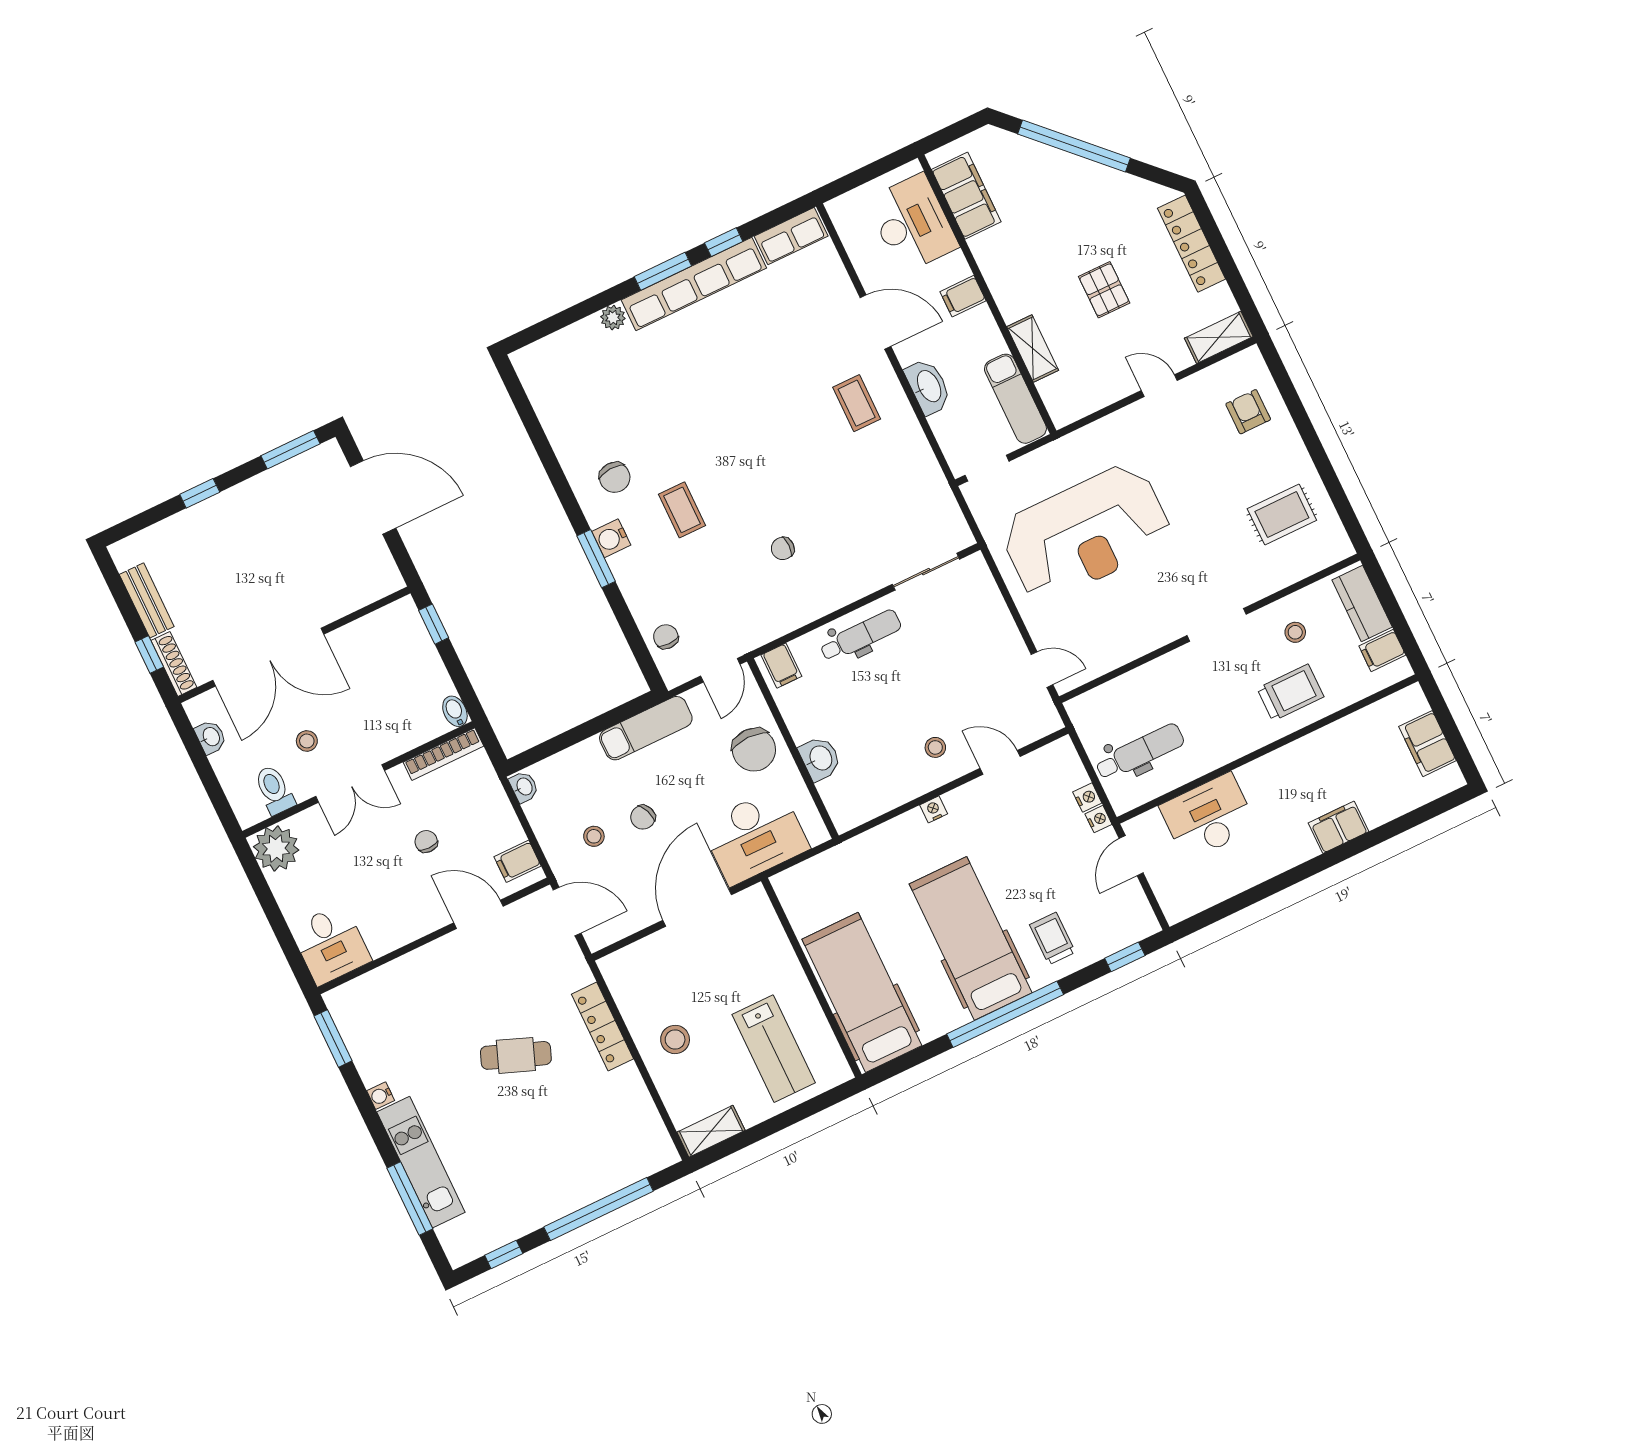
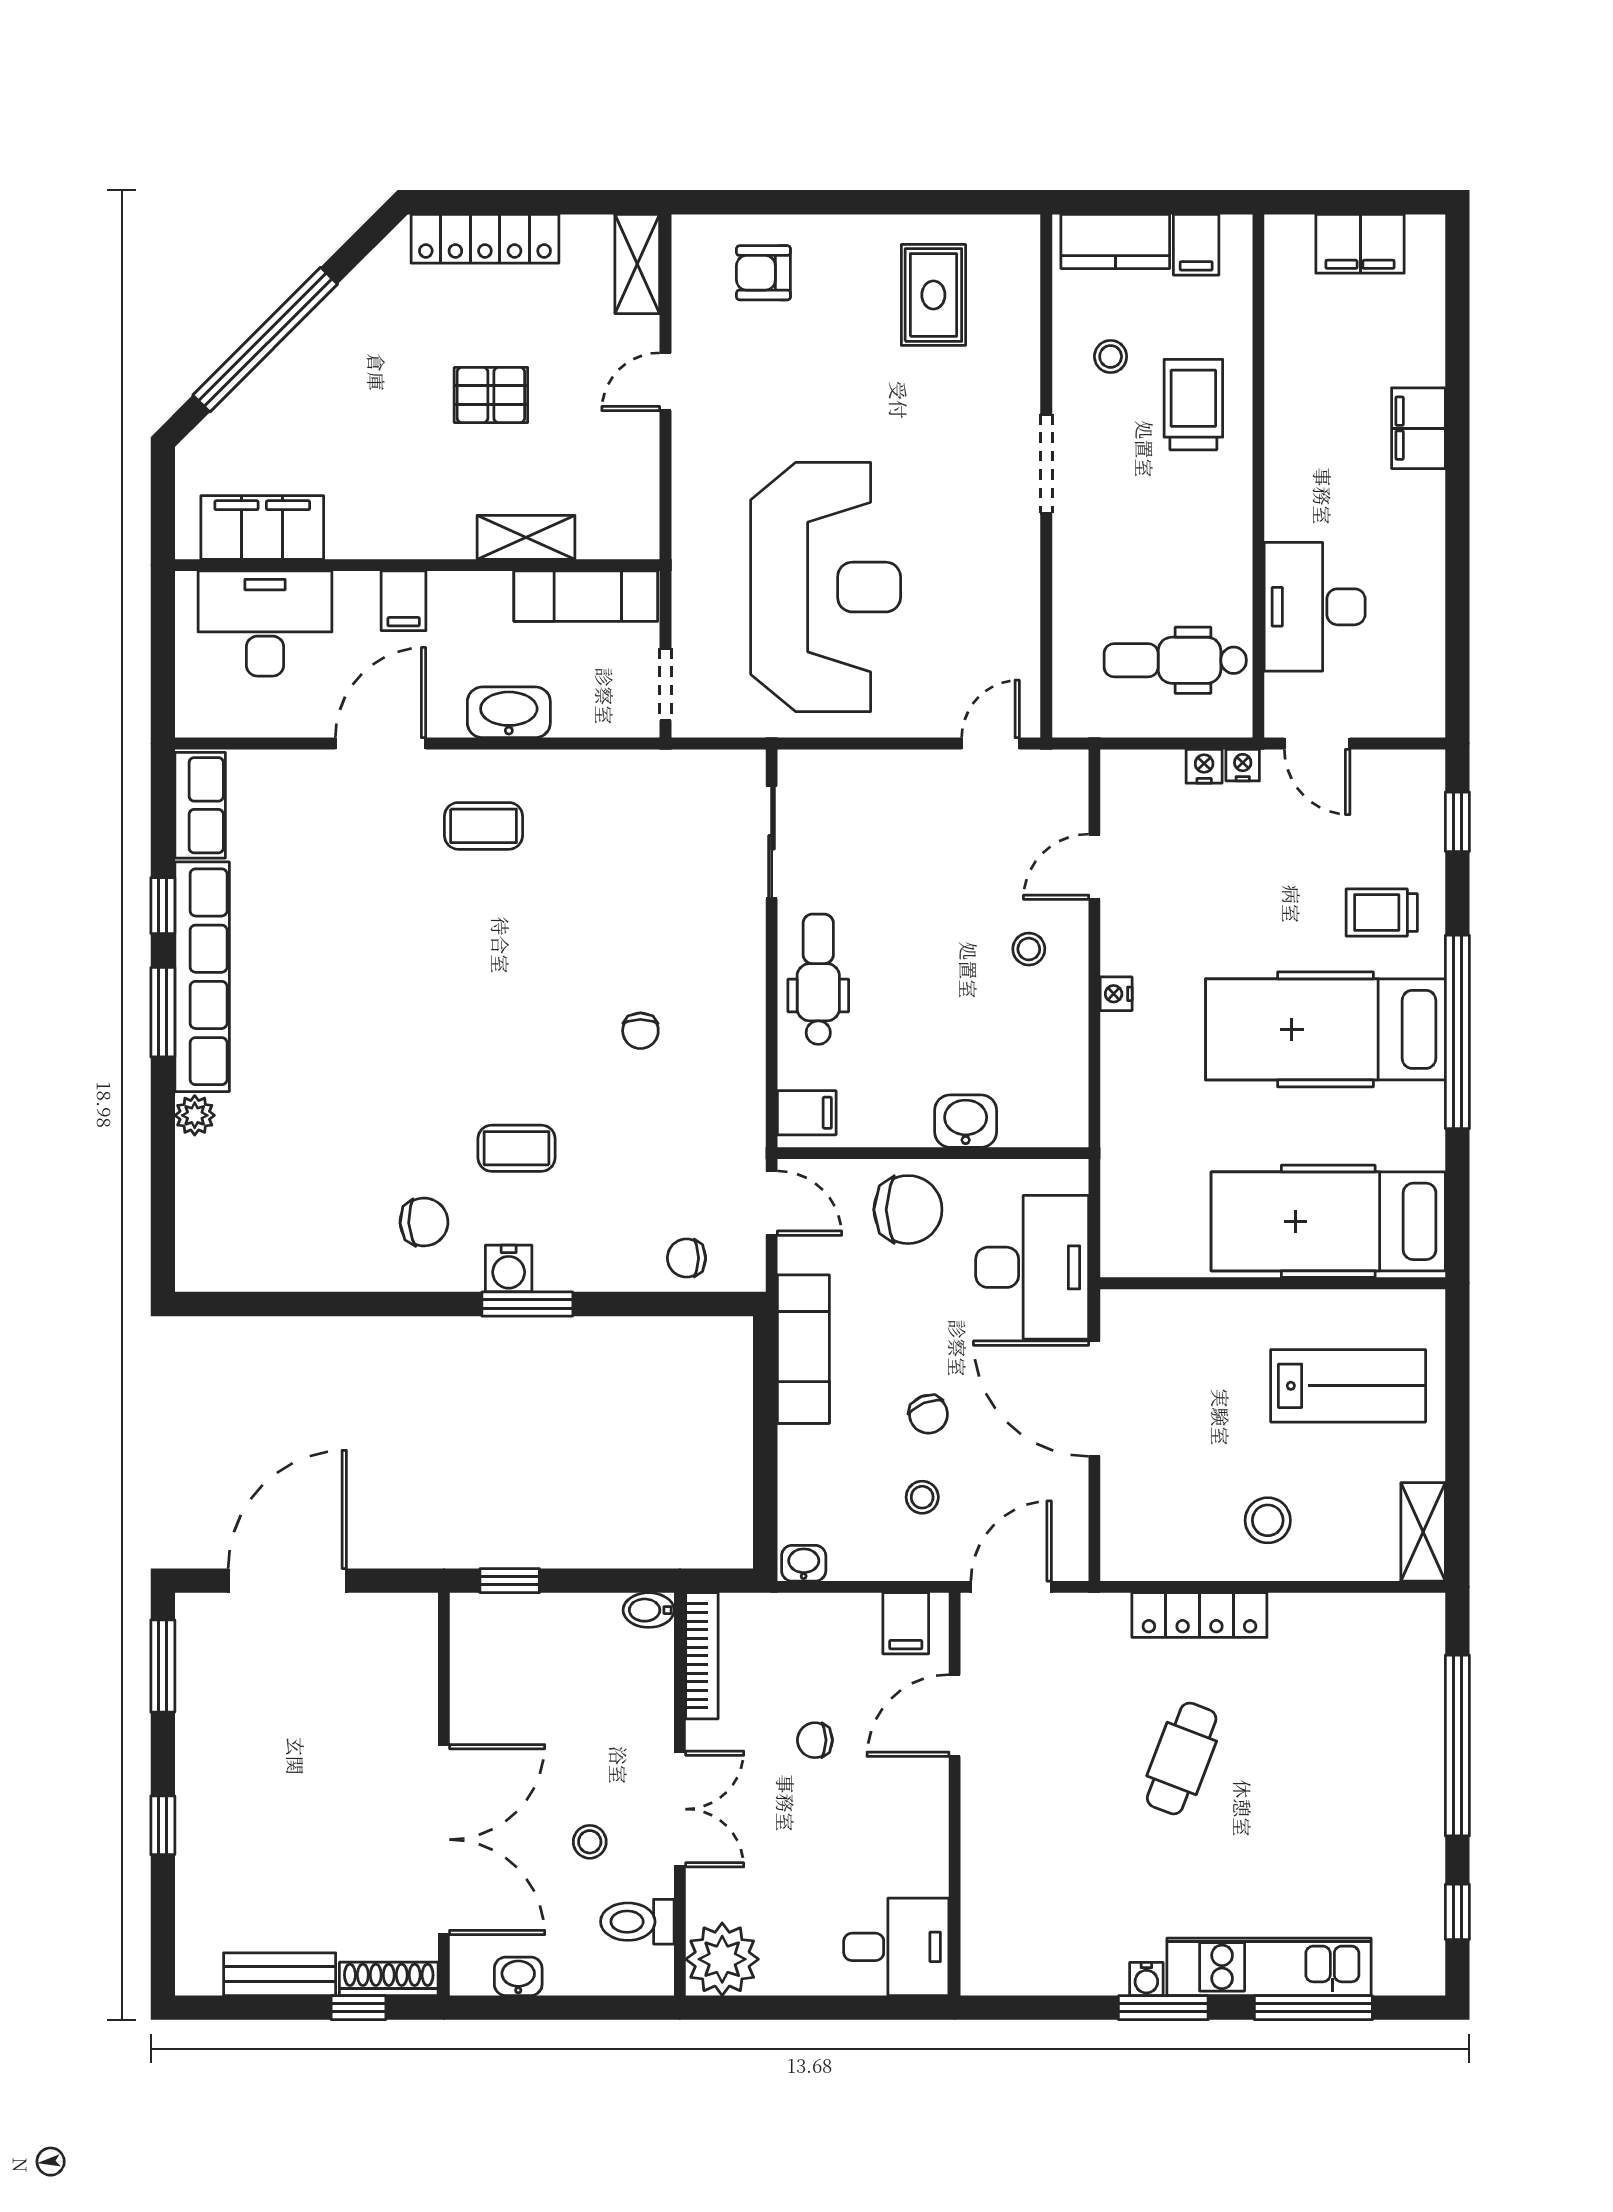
dental chair: (1140, 752) -> (1175, 660), turned -90
window: (333, 1038) -> (1163, 2008), moved

